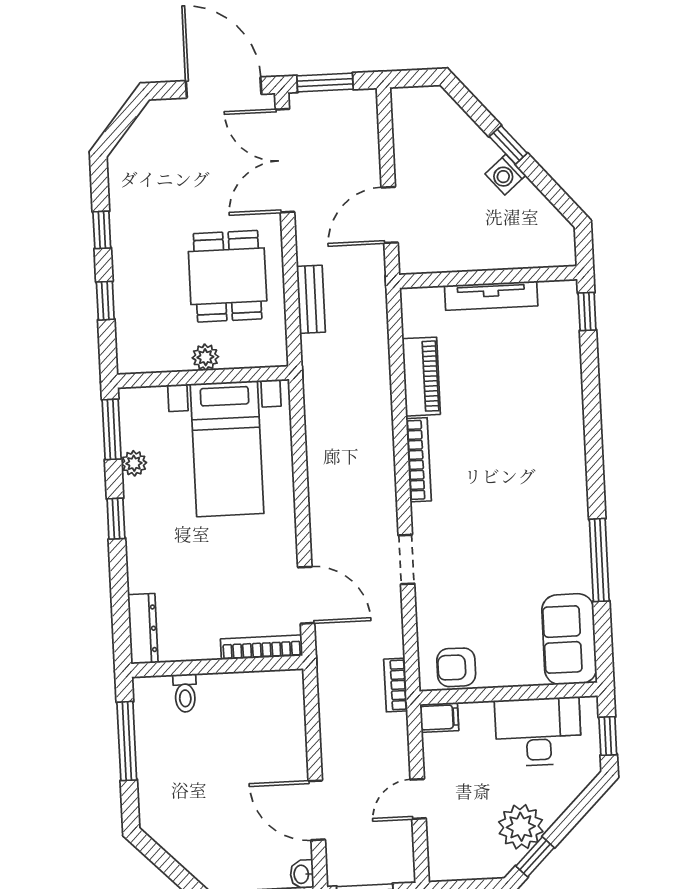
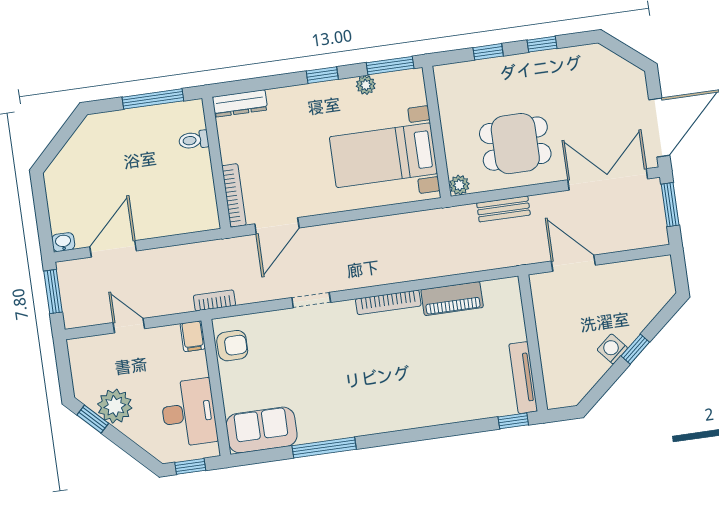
tv unit: (491, 296) -> (523, 378), moved
plant: (205, 357) -> (459, 185), moved
armchair: (456, 667) -> (232, 346), turned 90

